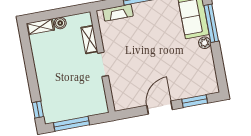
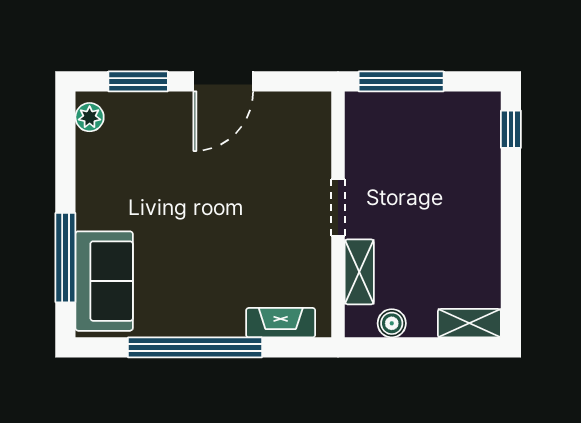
boiler: (60, 23) -> (392, 323), moved
plant: (205, 43) -> (90, 117), moved
window: (72, 124) -> (401, 81), moved

